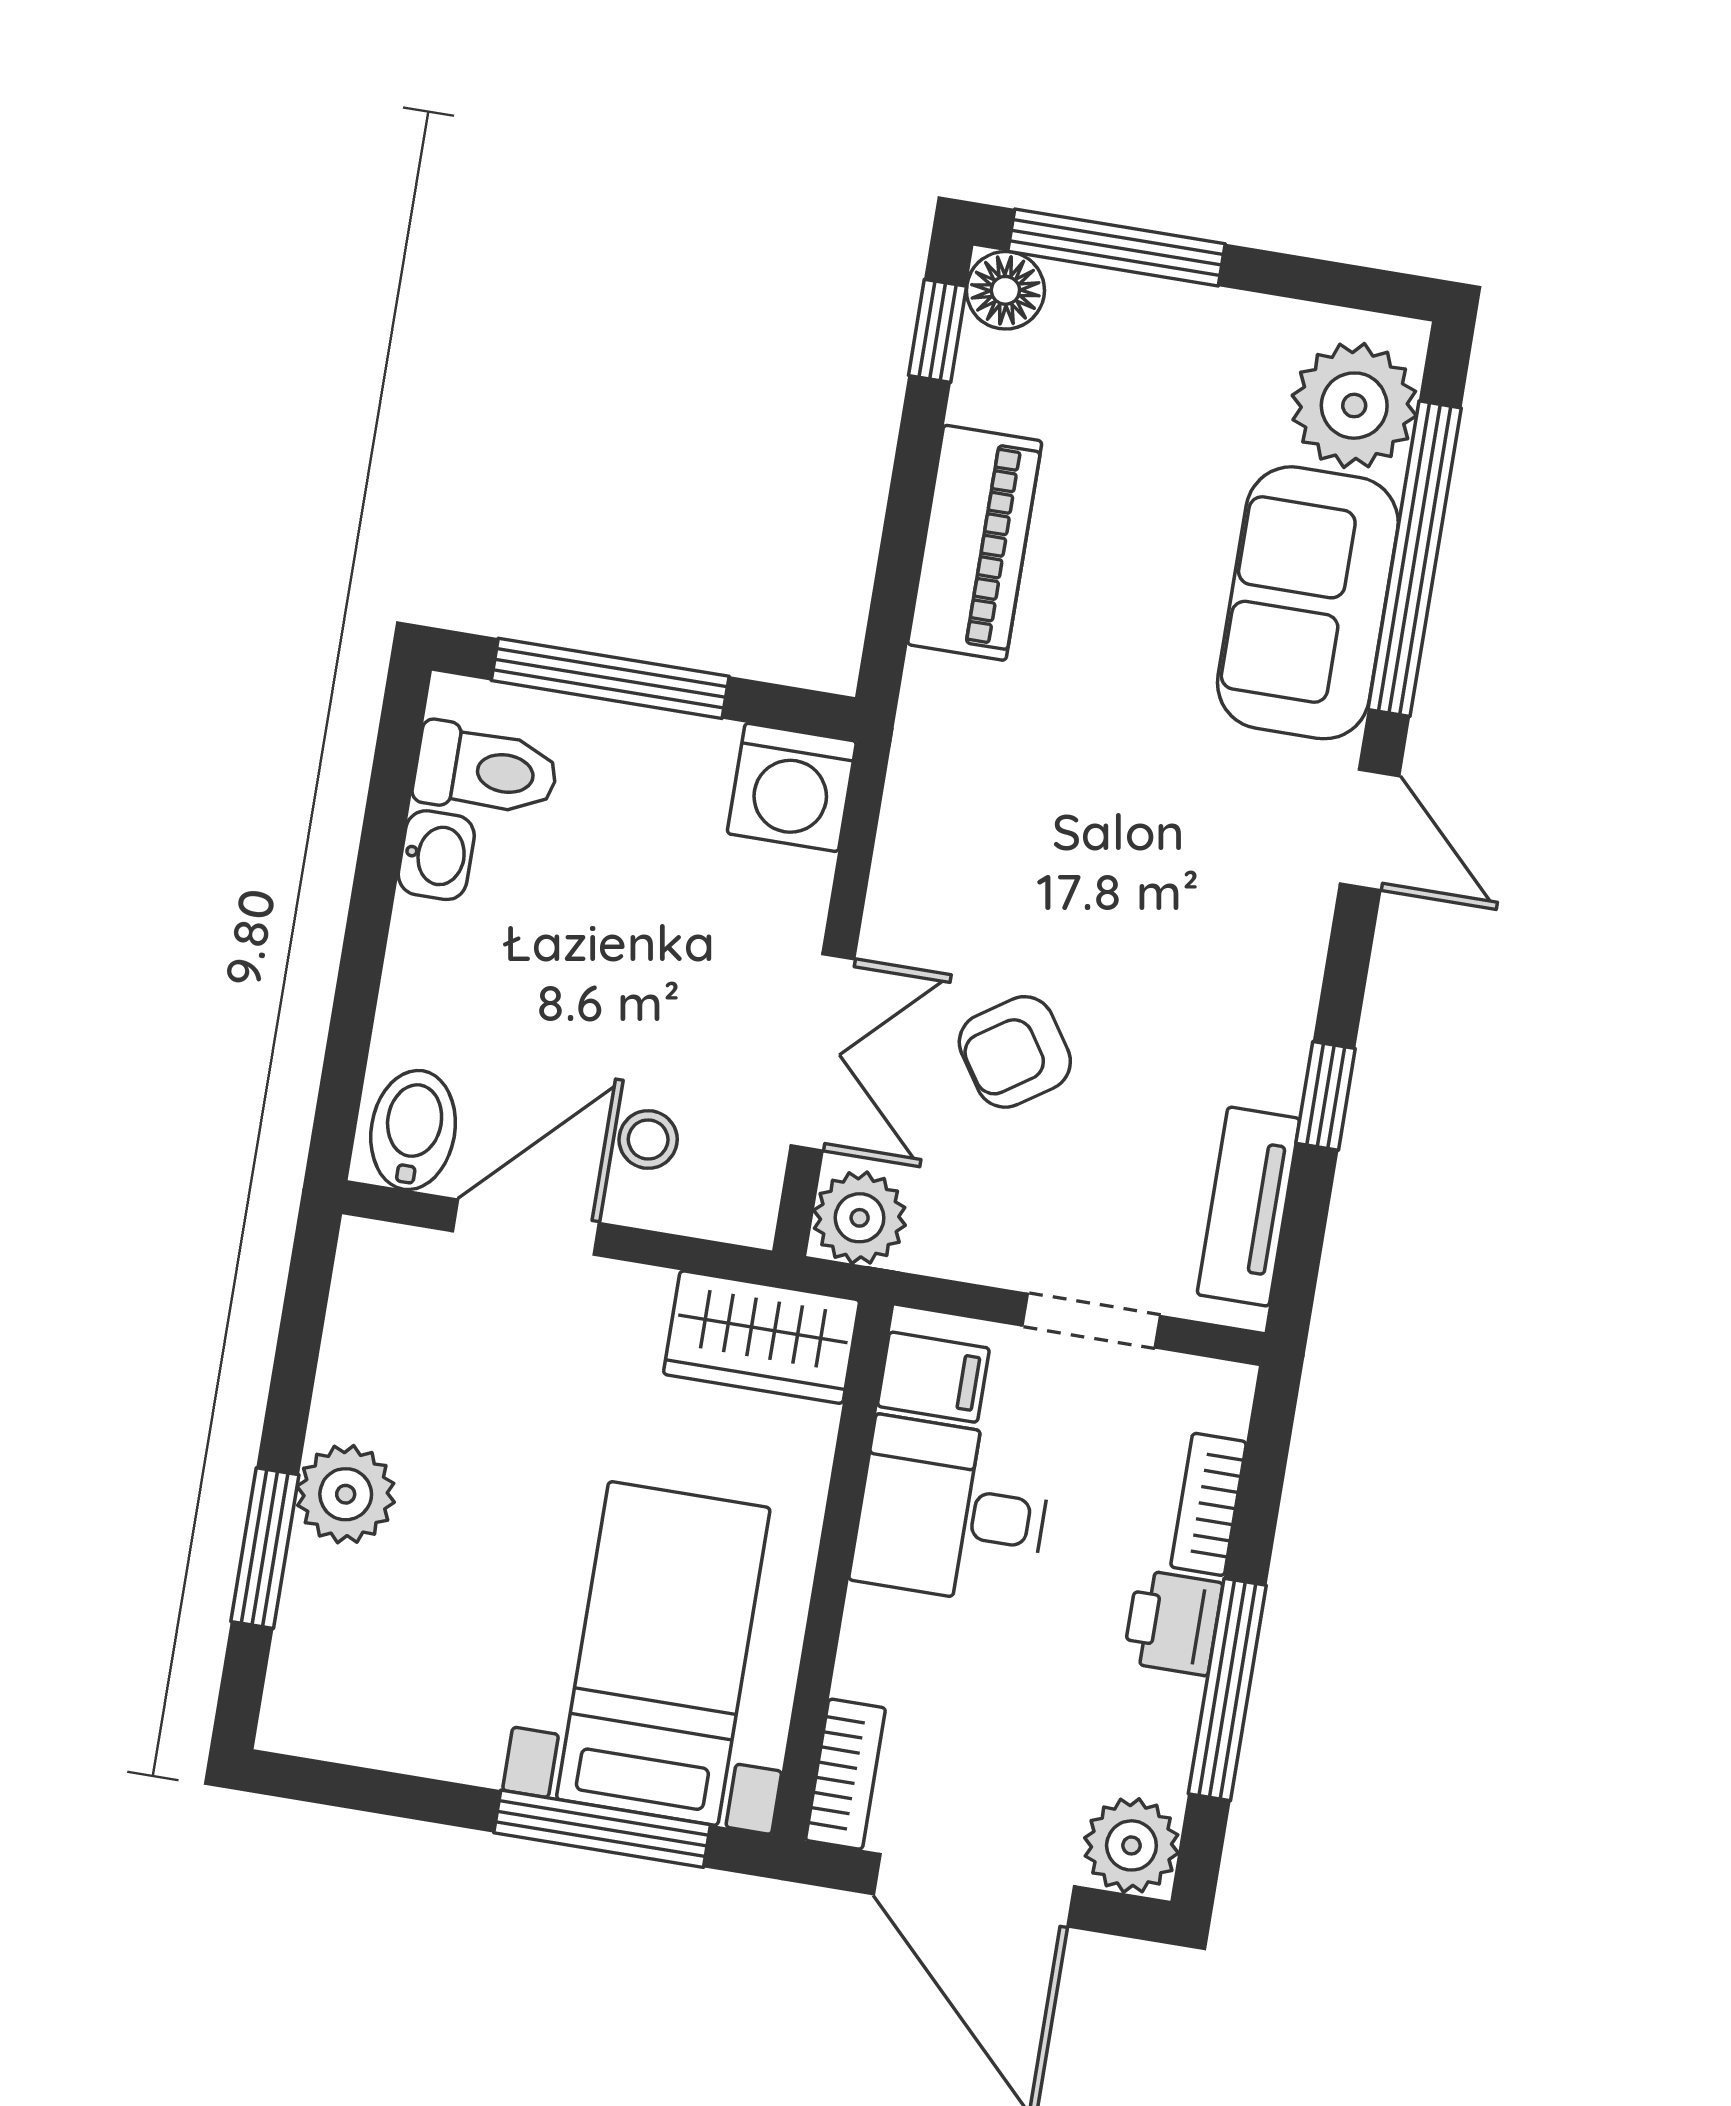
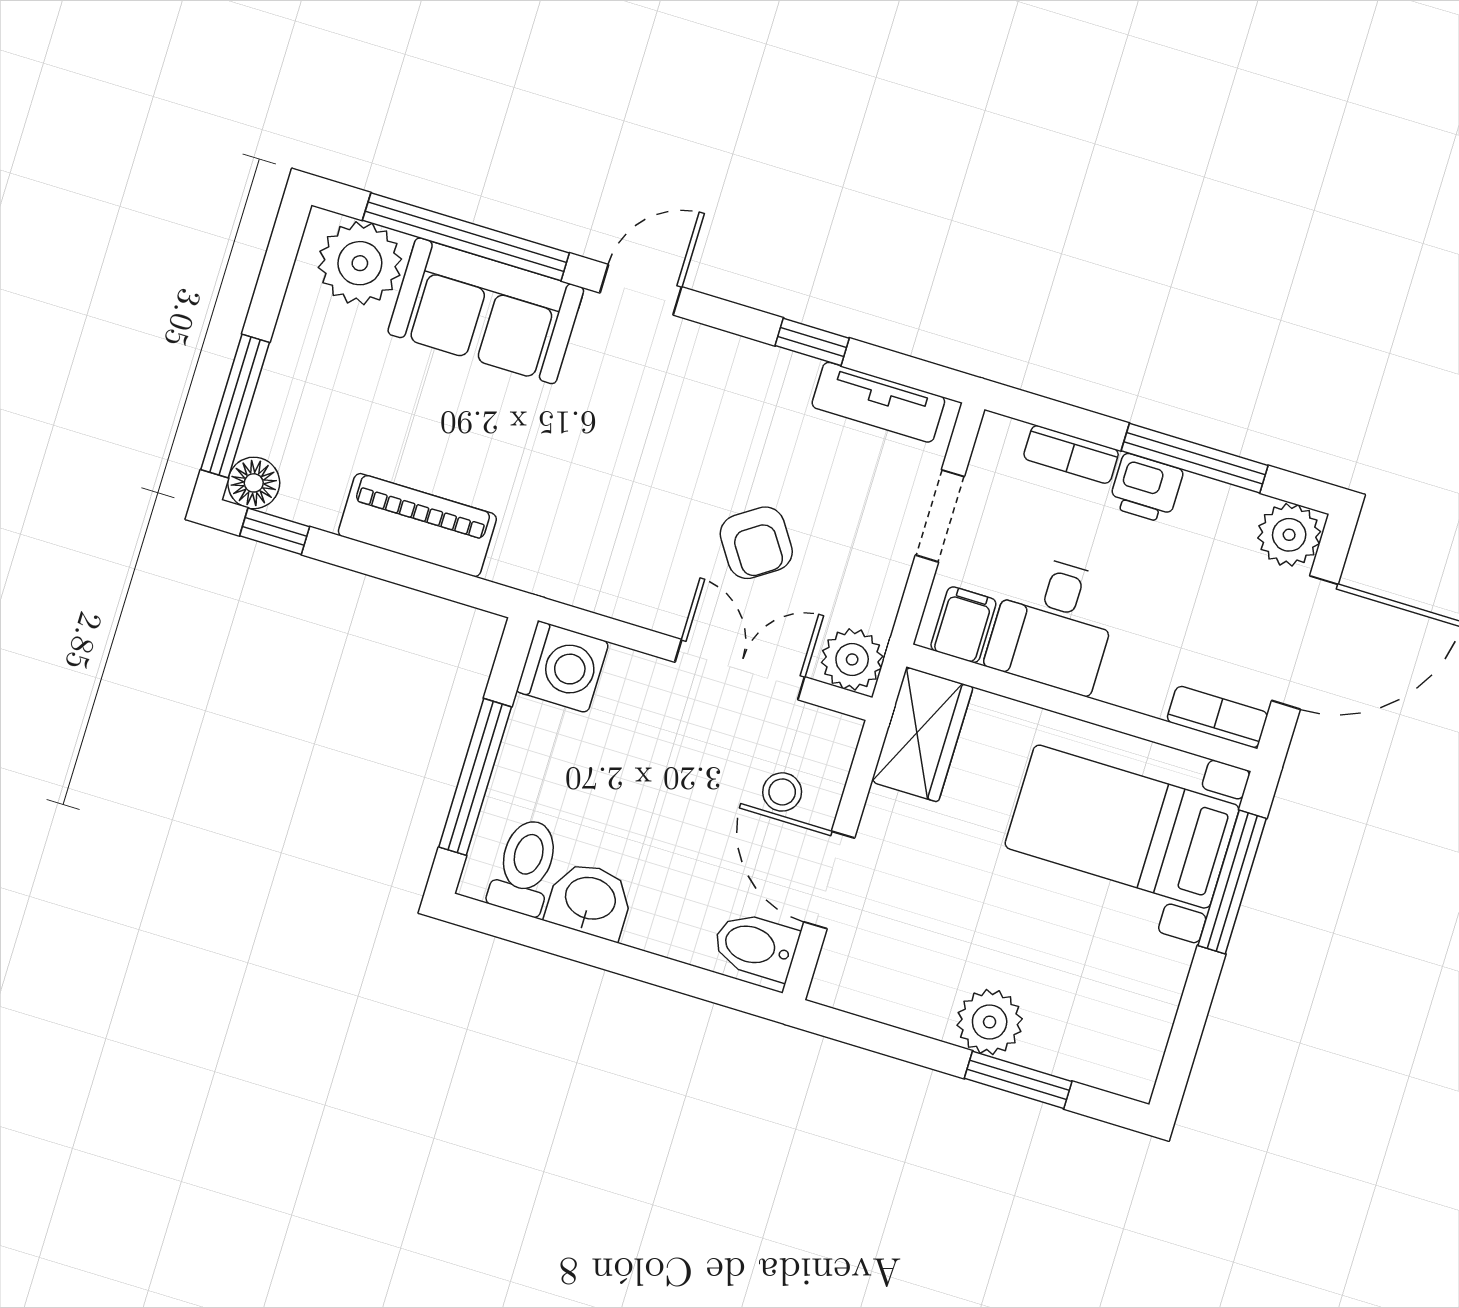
washbasin: (436, 855) -> (590, 900), width x1.38, depth x1.45

